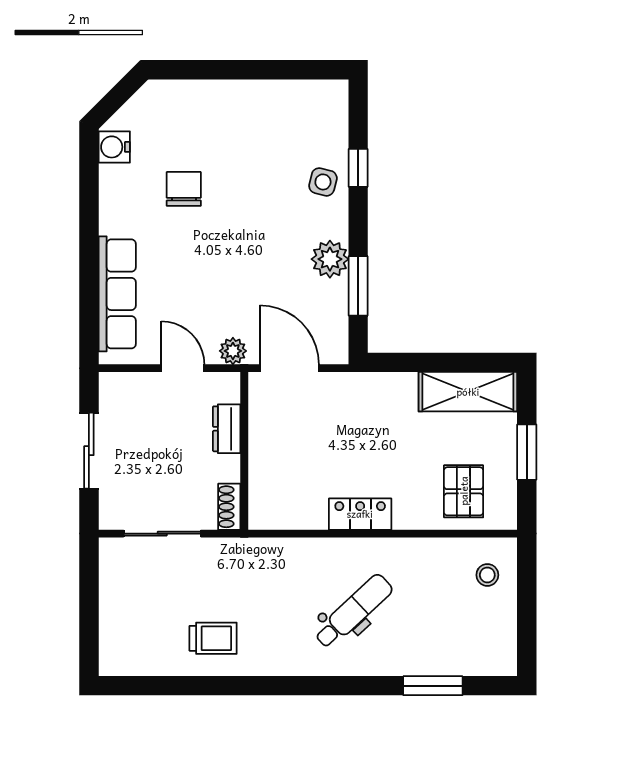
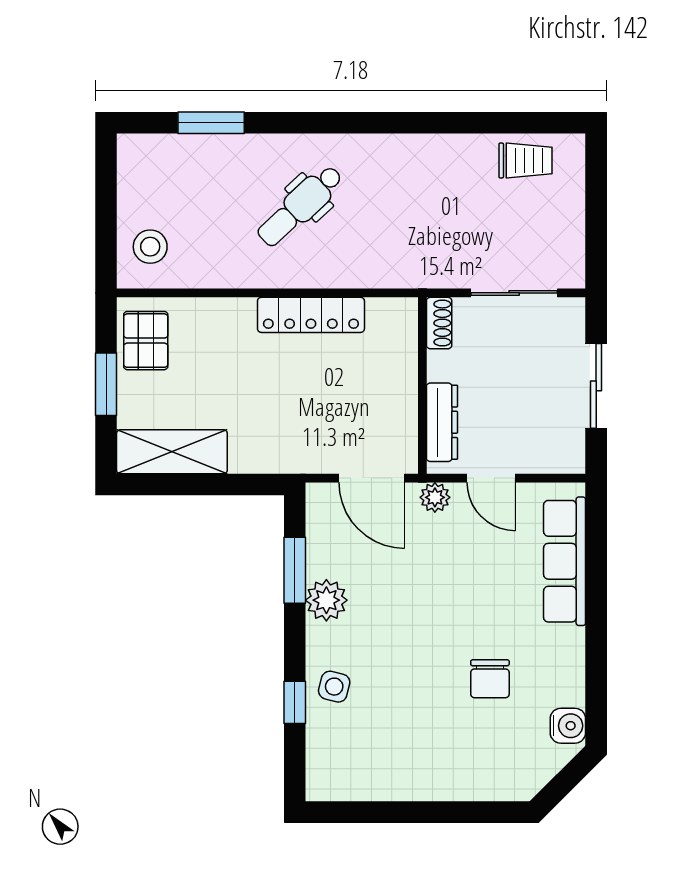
dresser: (227, 429) -> (442, 422), width x1.44
pallet: (464, 491) -> (146, 341), moved
locker: (360, 514) -> (311, 315), width x1.53
stool: (487, 575) -> (150, 247), width x1.37, depth x1.37
trolley: (213, 638) -> (526, 160), moved, turned 180

